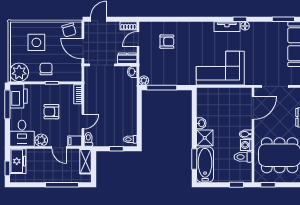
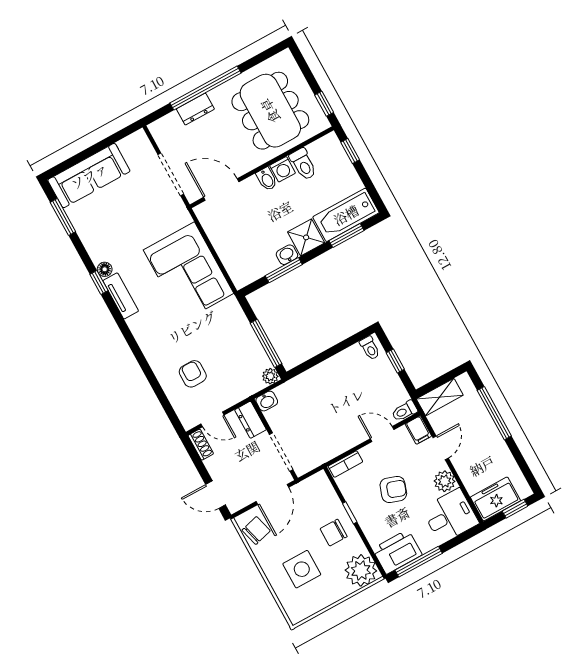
armchair: (51, 112) -> (393, 489), turned -71
window: (194, 117) -> (284, 270), added

